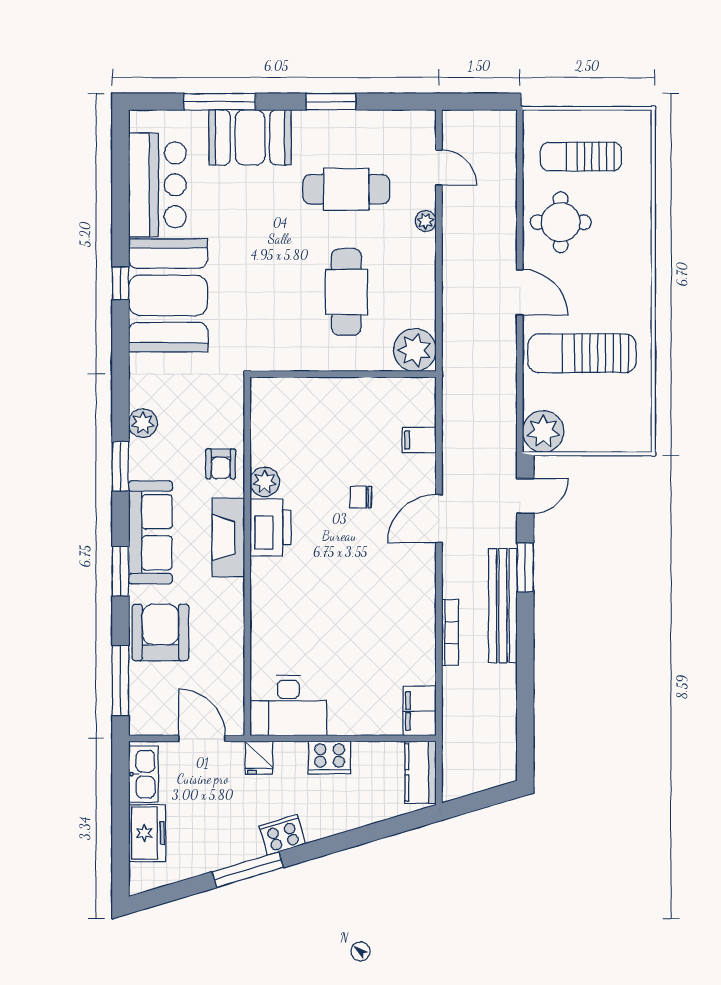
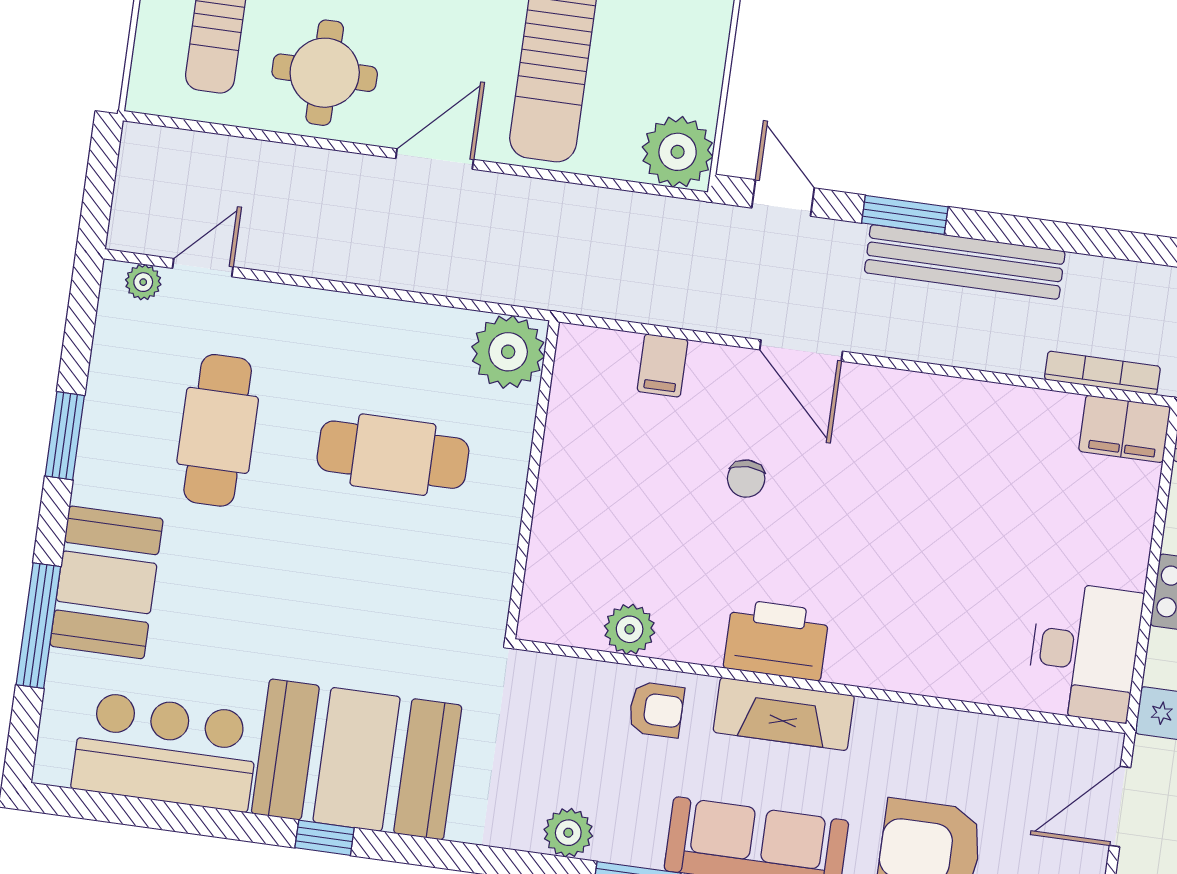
plant: (426, 221) -> (143, 282), moved
plant: (265, 482) -> (630, 629), moved
bookcase: (450, 632) -> (1102, 373), moved

